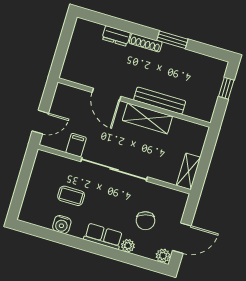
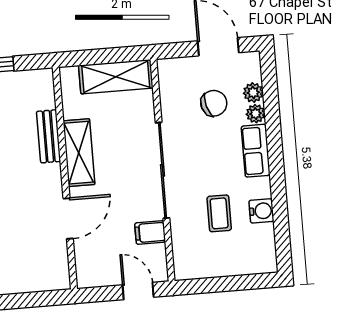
bench: (160, 101) -> (49, 136), width x0.73
shelving: (188, 171) -> (116, 77), width x1.50, depth x1.33
plant: (163, 256) -> (253, 93), moved

